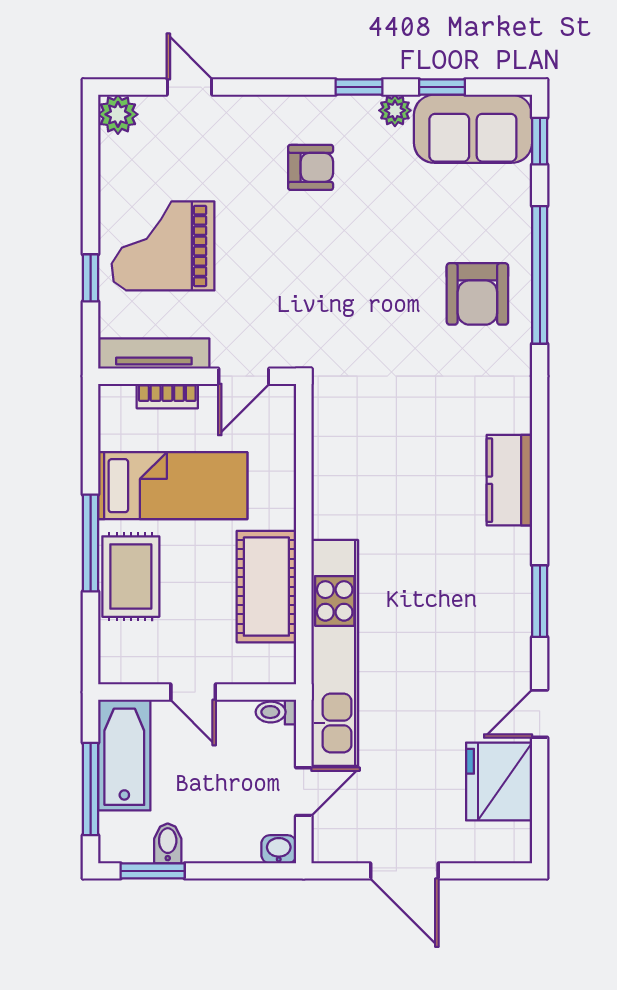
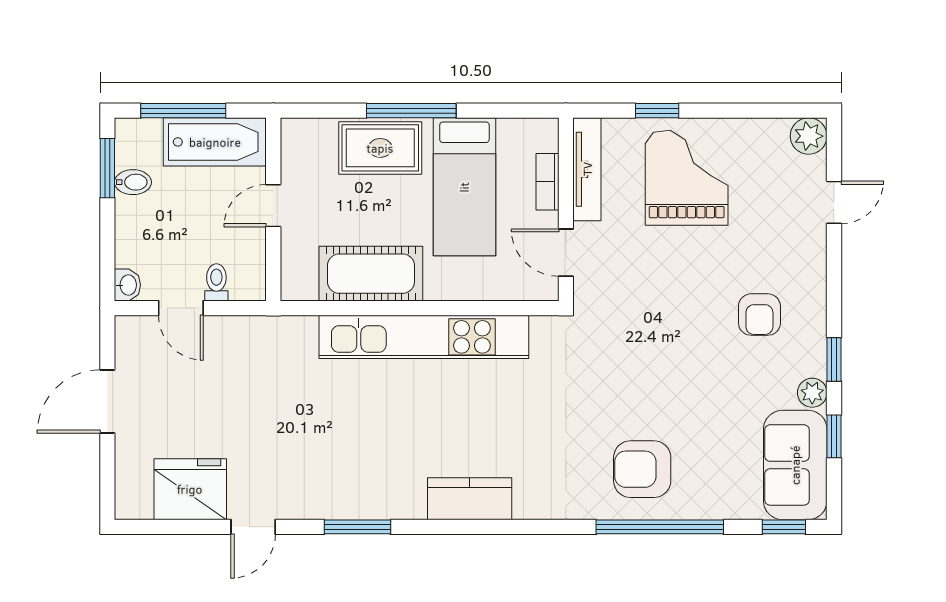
kitchen unit: (335, 653) -> (424, 337), moved
toilet: (276, 712) -> (216, 282), moved
door: (540, 714) -> (253, 527), swing flipped

